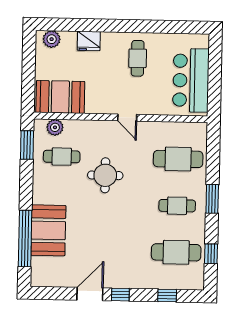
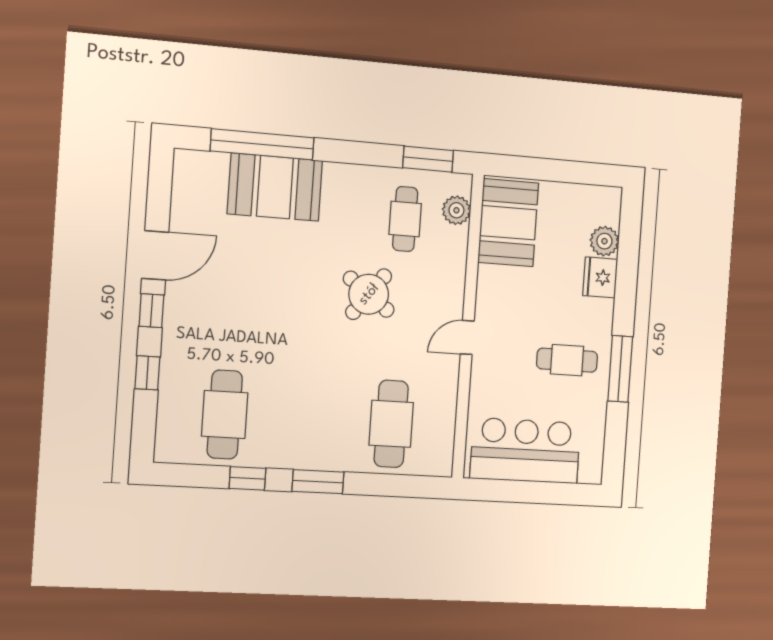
window: (141, 26) -> (620, 369), added
plant: (52, 39) -> (604, 241), moved
round table: (105, 175) -> (369, 294), turned 37
cafe table: (177, 206) -> (309, 419), removed
window: (211, 254) -> (247, 478), moved
door: (90, 294) -> (155, 255), hinge flipped
window: (167, 296) -> (147, 373), moved

